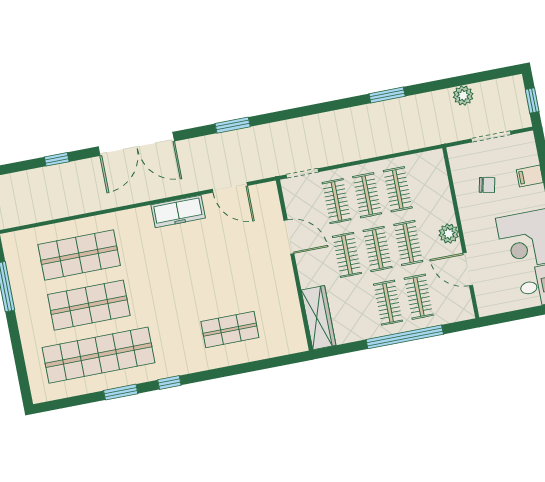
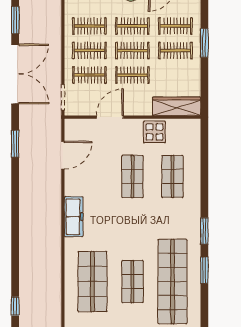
double door: (136, 144) -> (15, 74), moved
window: (57, 159) -> (15, 306), moved
freezer: (178, 211) -> (74, 217), moved
shop shelf: (220, 280) -> (132, 176), added
display table: (281, 296) -> (154, 132), added
shop shelf: (89, 305) -> (132, 282), width x0.70, depth x0.74
window: (405, 337) -> (204, 43), width x0.47
window: (169, 383) -> (204, 231), width x1.50

